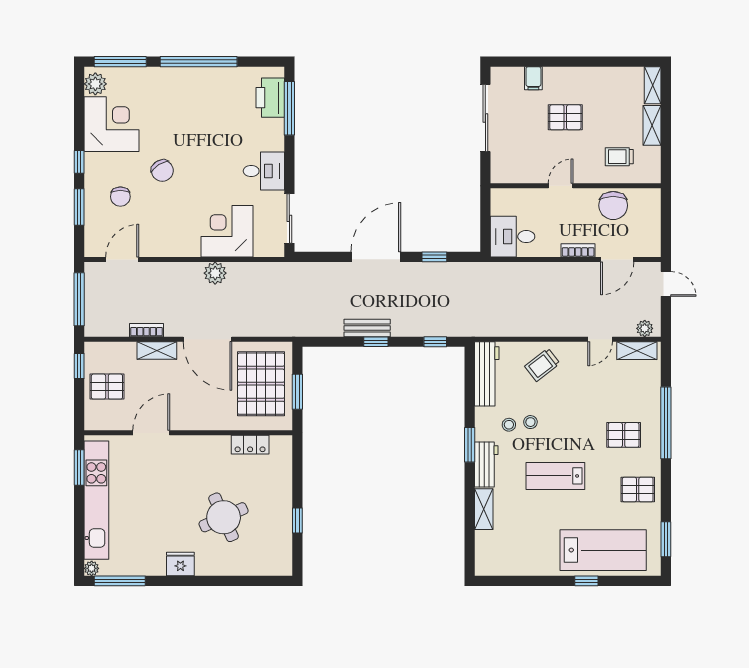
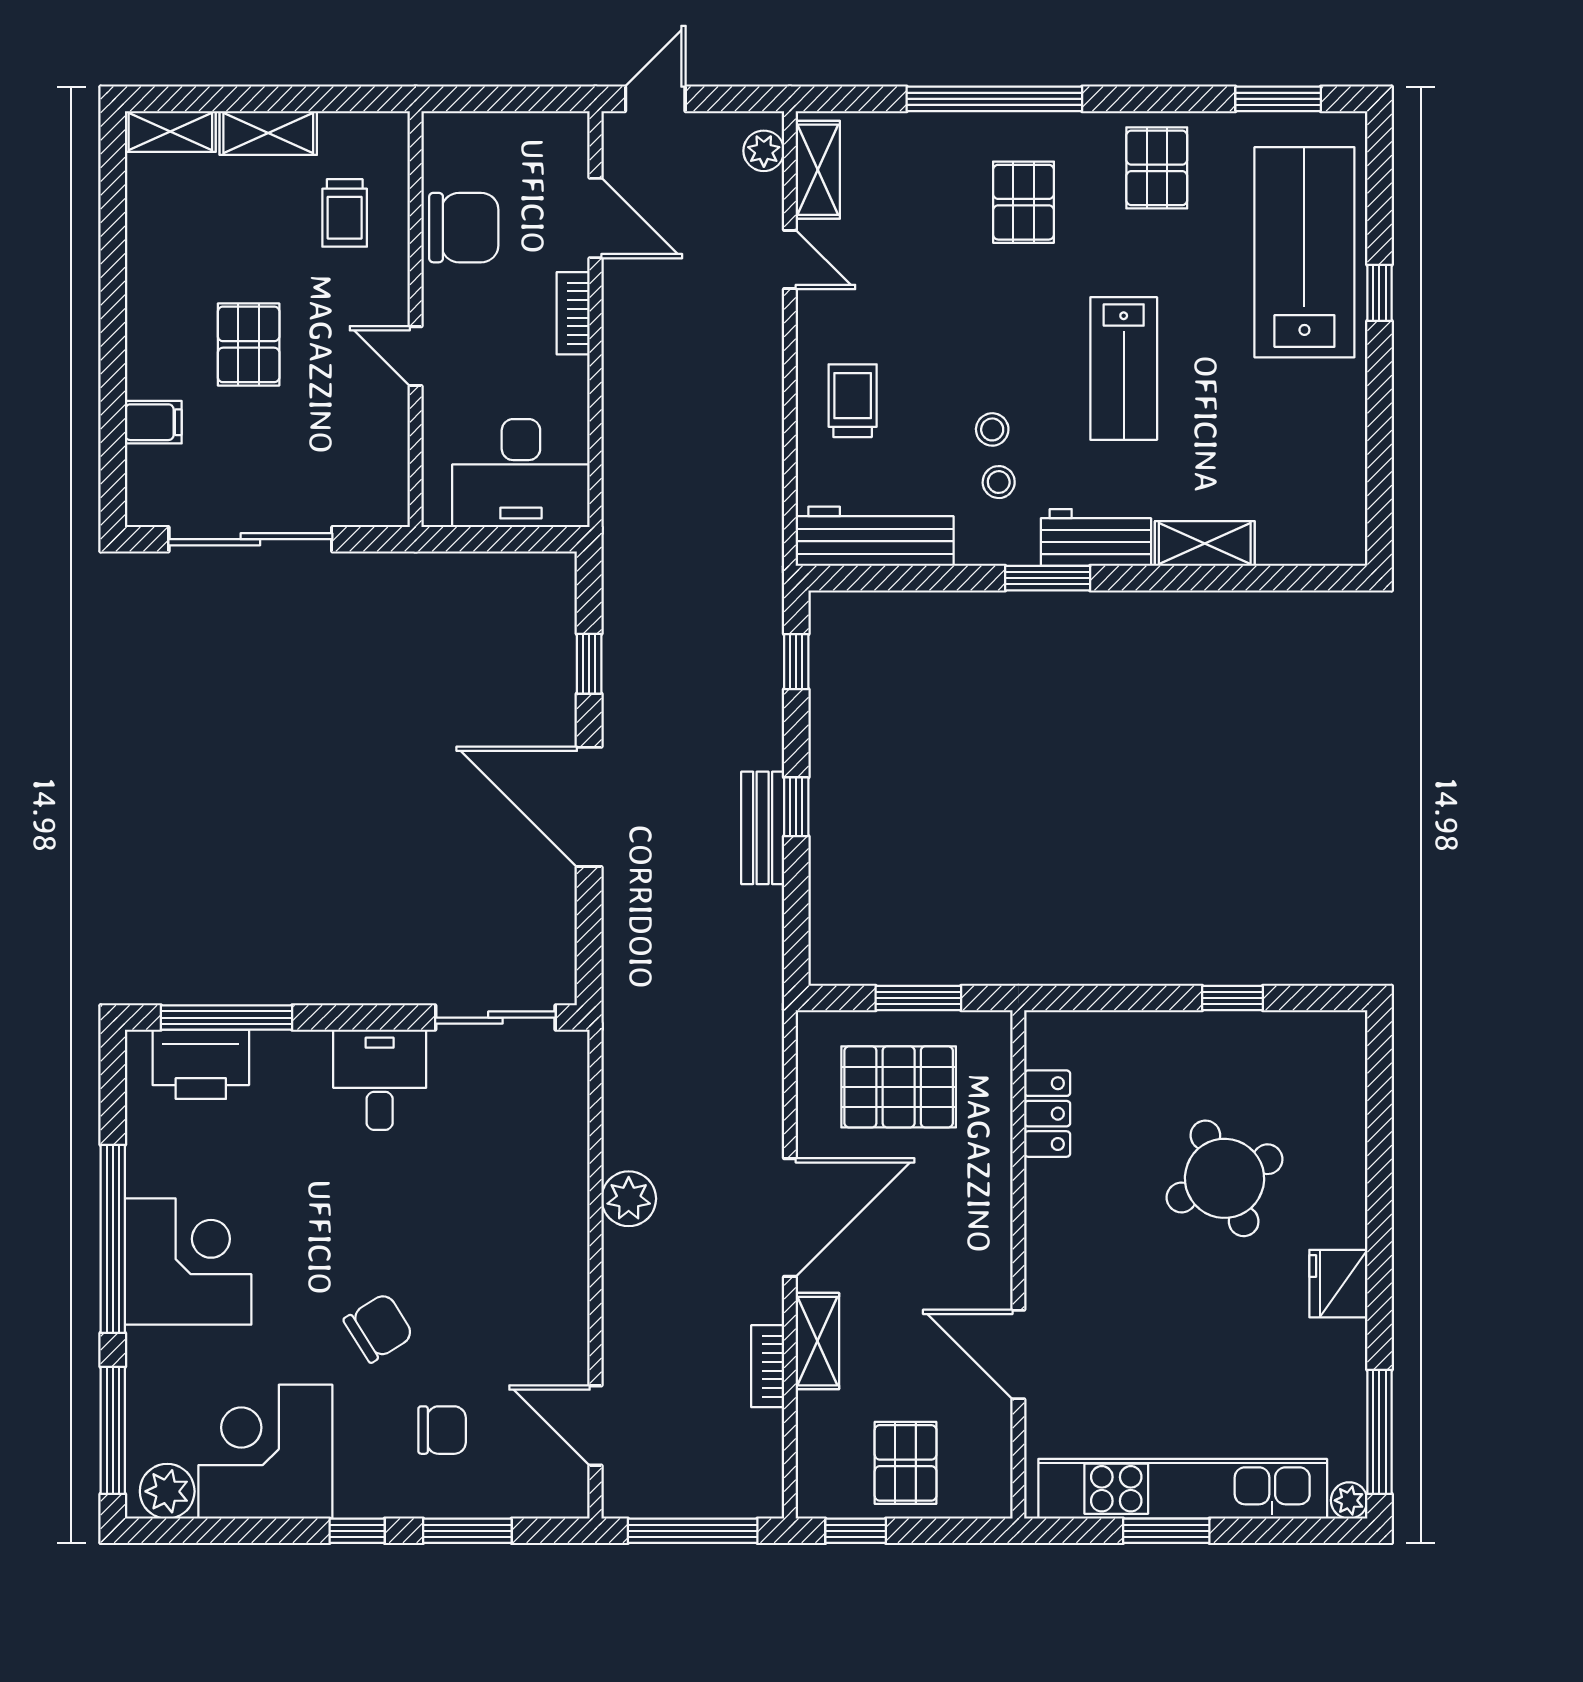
corner desk: (227, 231) -> (188, 1262), moved, turned 180
desk: (513, 237) -> (521, 473), width x1.37
trolley: (542, 365) -> (853, 401), turned -142
pallet: (261, 384) -> (899, 1087), width x0.73, depth x0.71
window: (79, 467) -> (1166, 1531), moved

